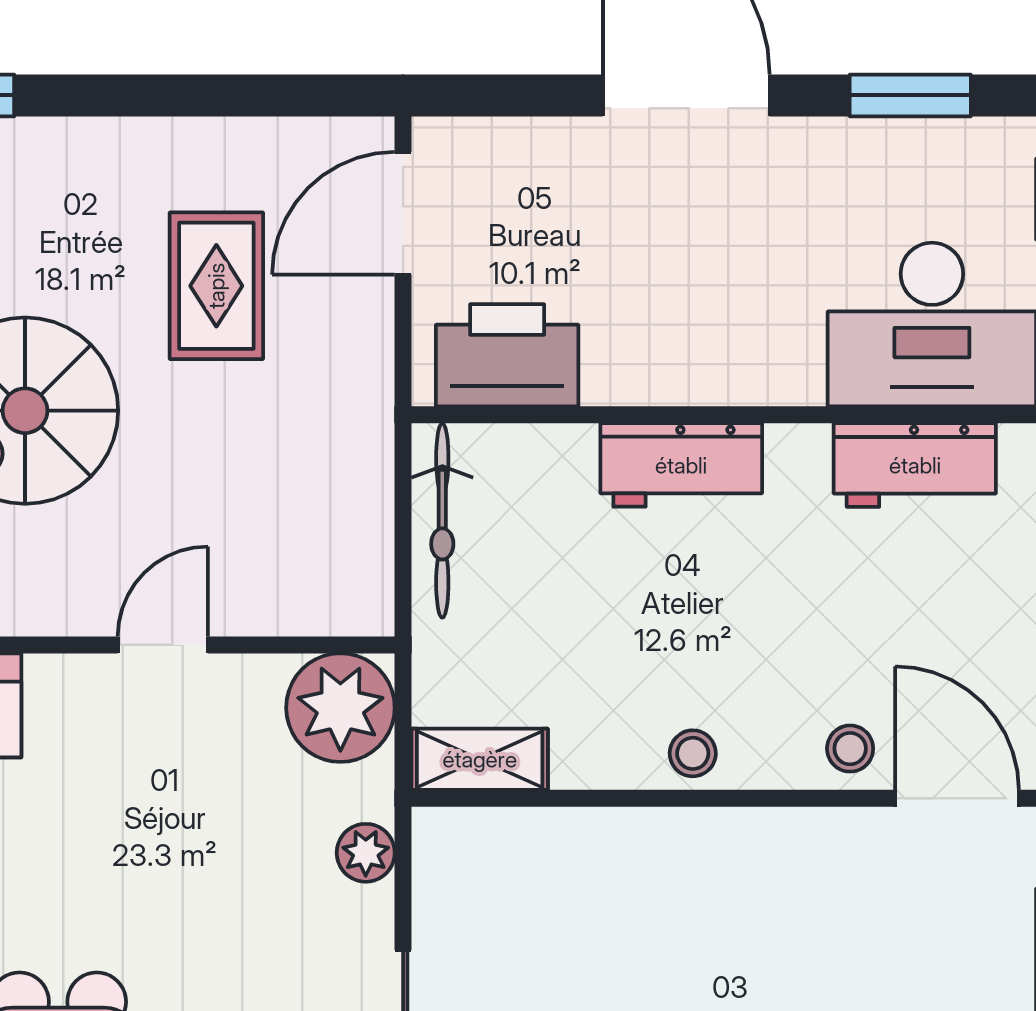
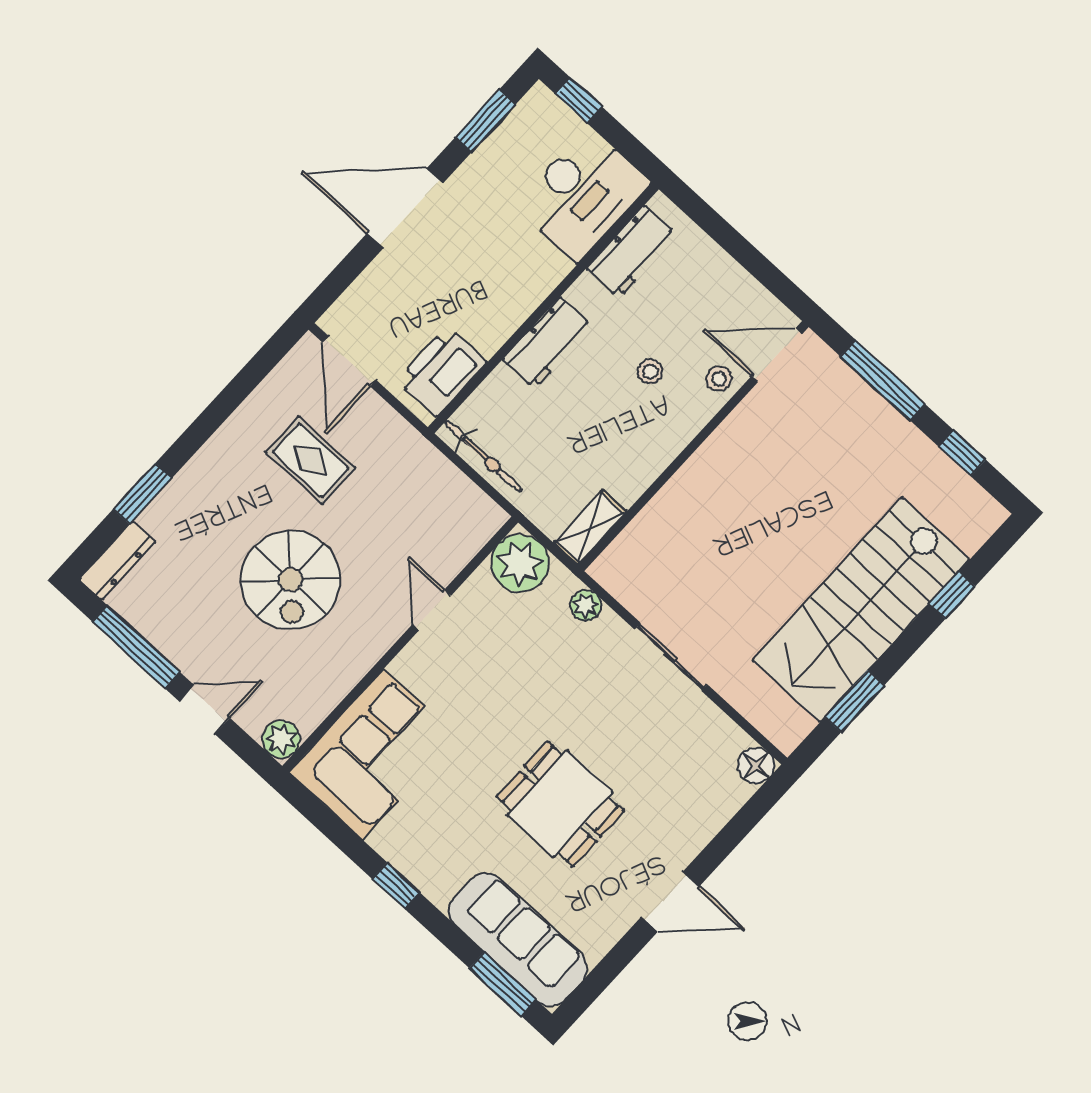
stool: (693, 753) -> (650, 372), moved

